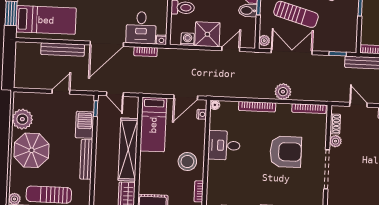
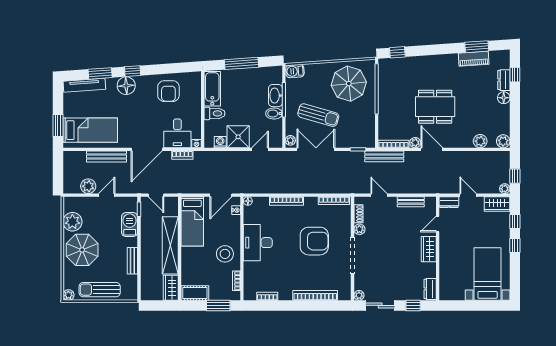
plant: (283, 92) -> (88, 186), moved
desk: (224, 145) -> (258, 243), width x1.37
bench: (86, 159) -> (132, 261), width x0.73

